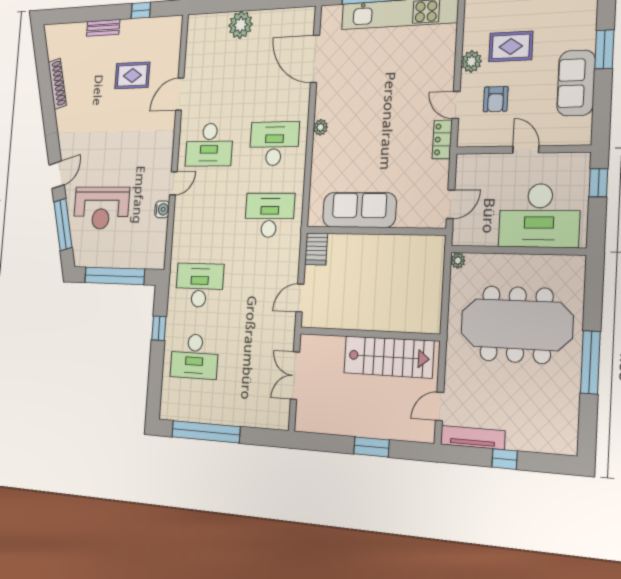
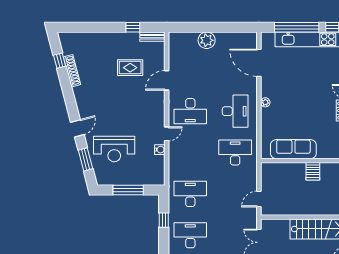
bench: (103, 28) -> (152, 37), moved
window: (43, 69) -> (60, 61), added
desk: (274, 144) -> (235, 111), turned 90
window: (63, 225) -> (85, 159), width x0.69
server rack: (316, 249) -> (313, 171), moved
window: (115, 276) -> (128, 190), width x0.68
desk: (194, 356) -> (190, 235), turned 180

